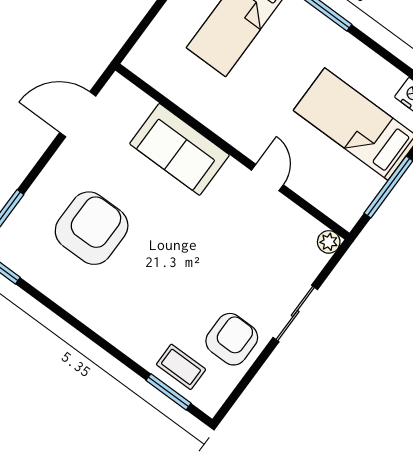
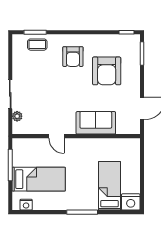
plant: (329, 242) -> (17, 116), moved
armchair: (232, 339) -> (73, 57), moved

